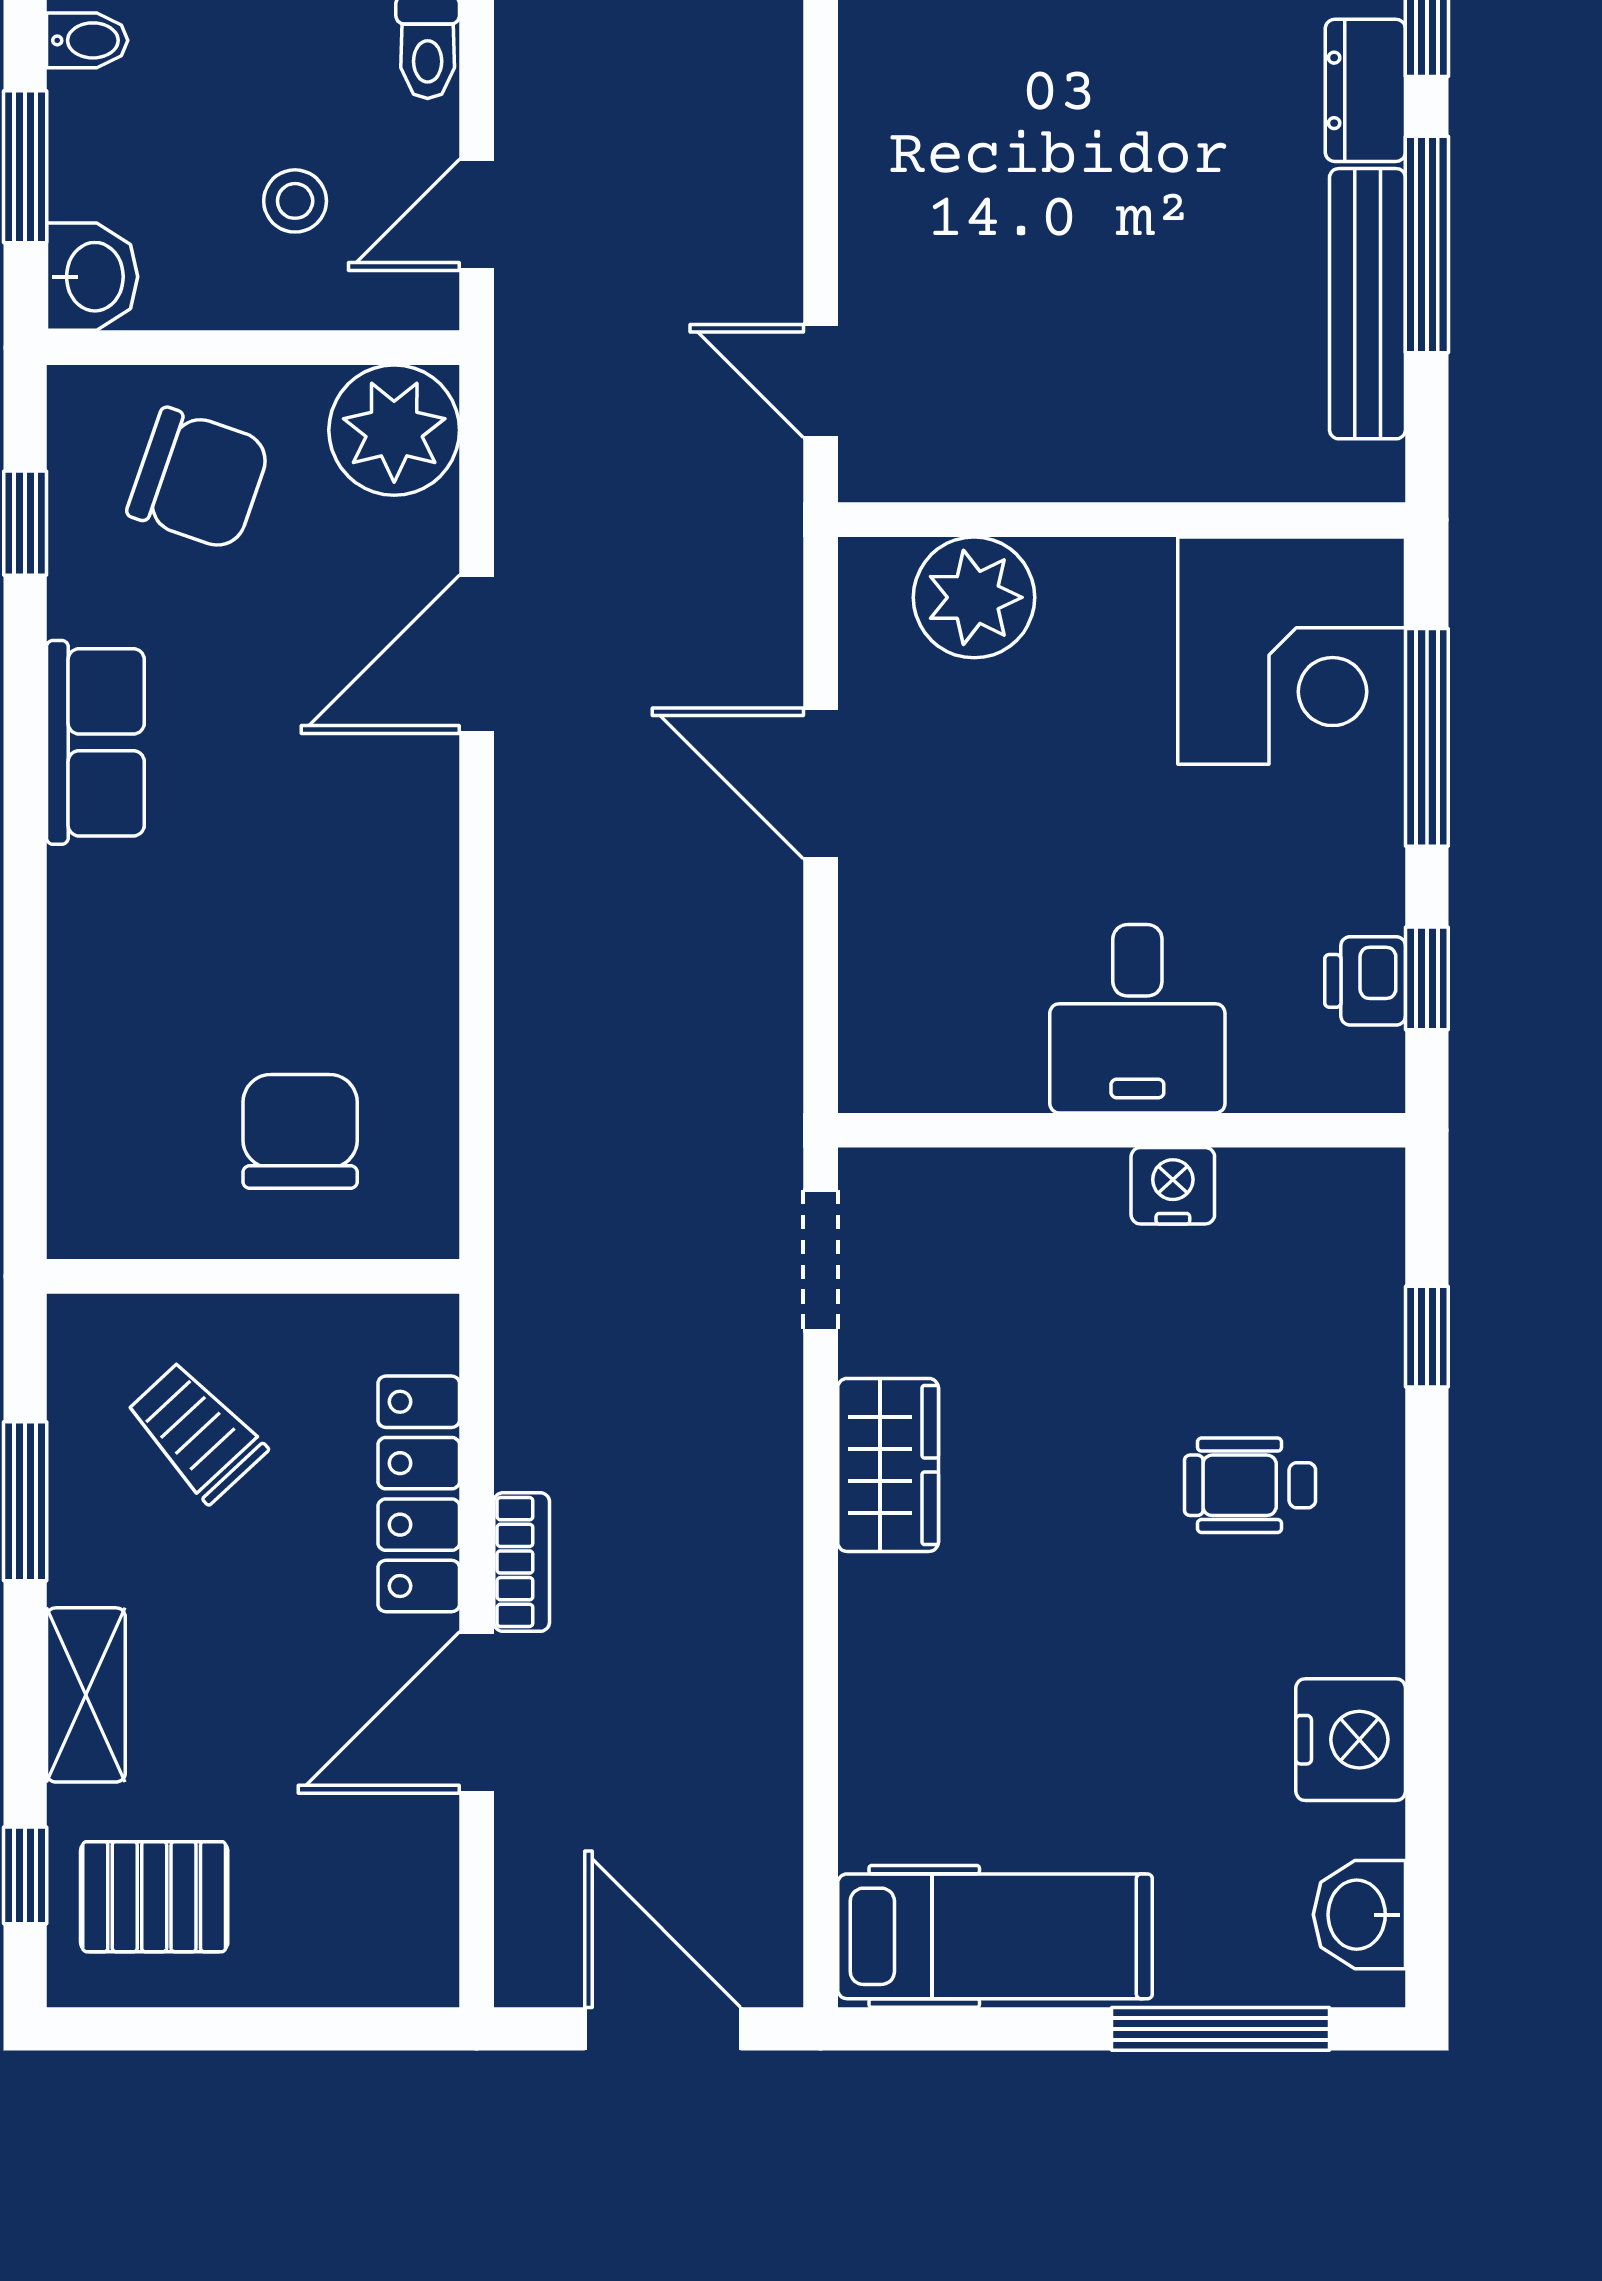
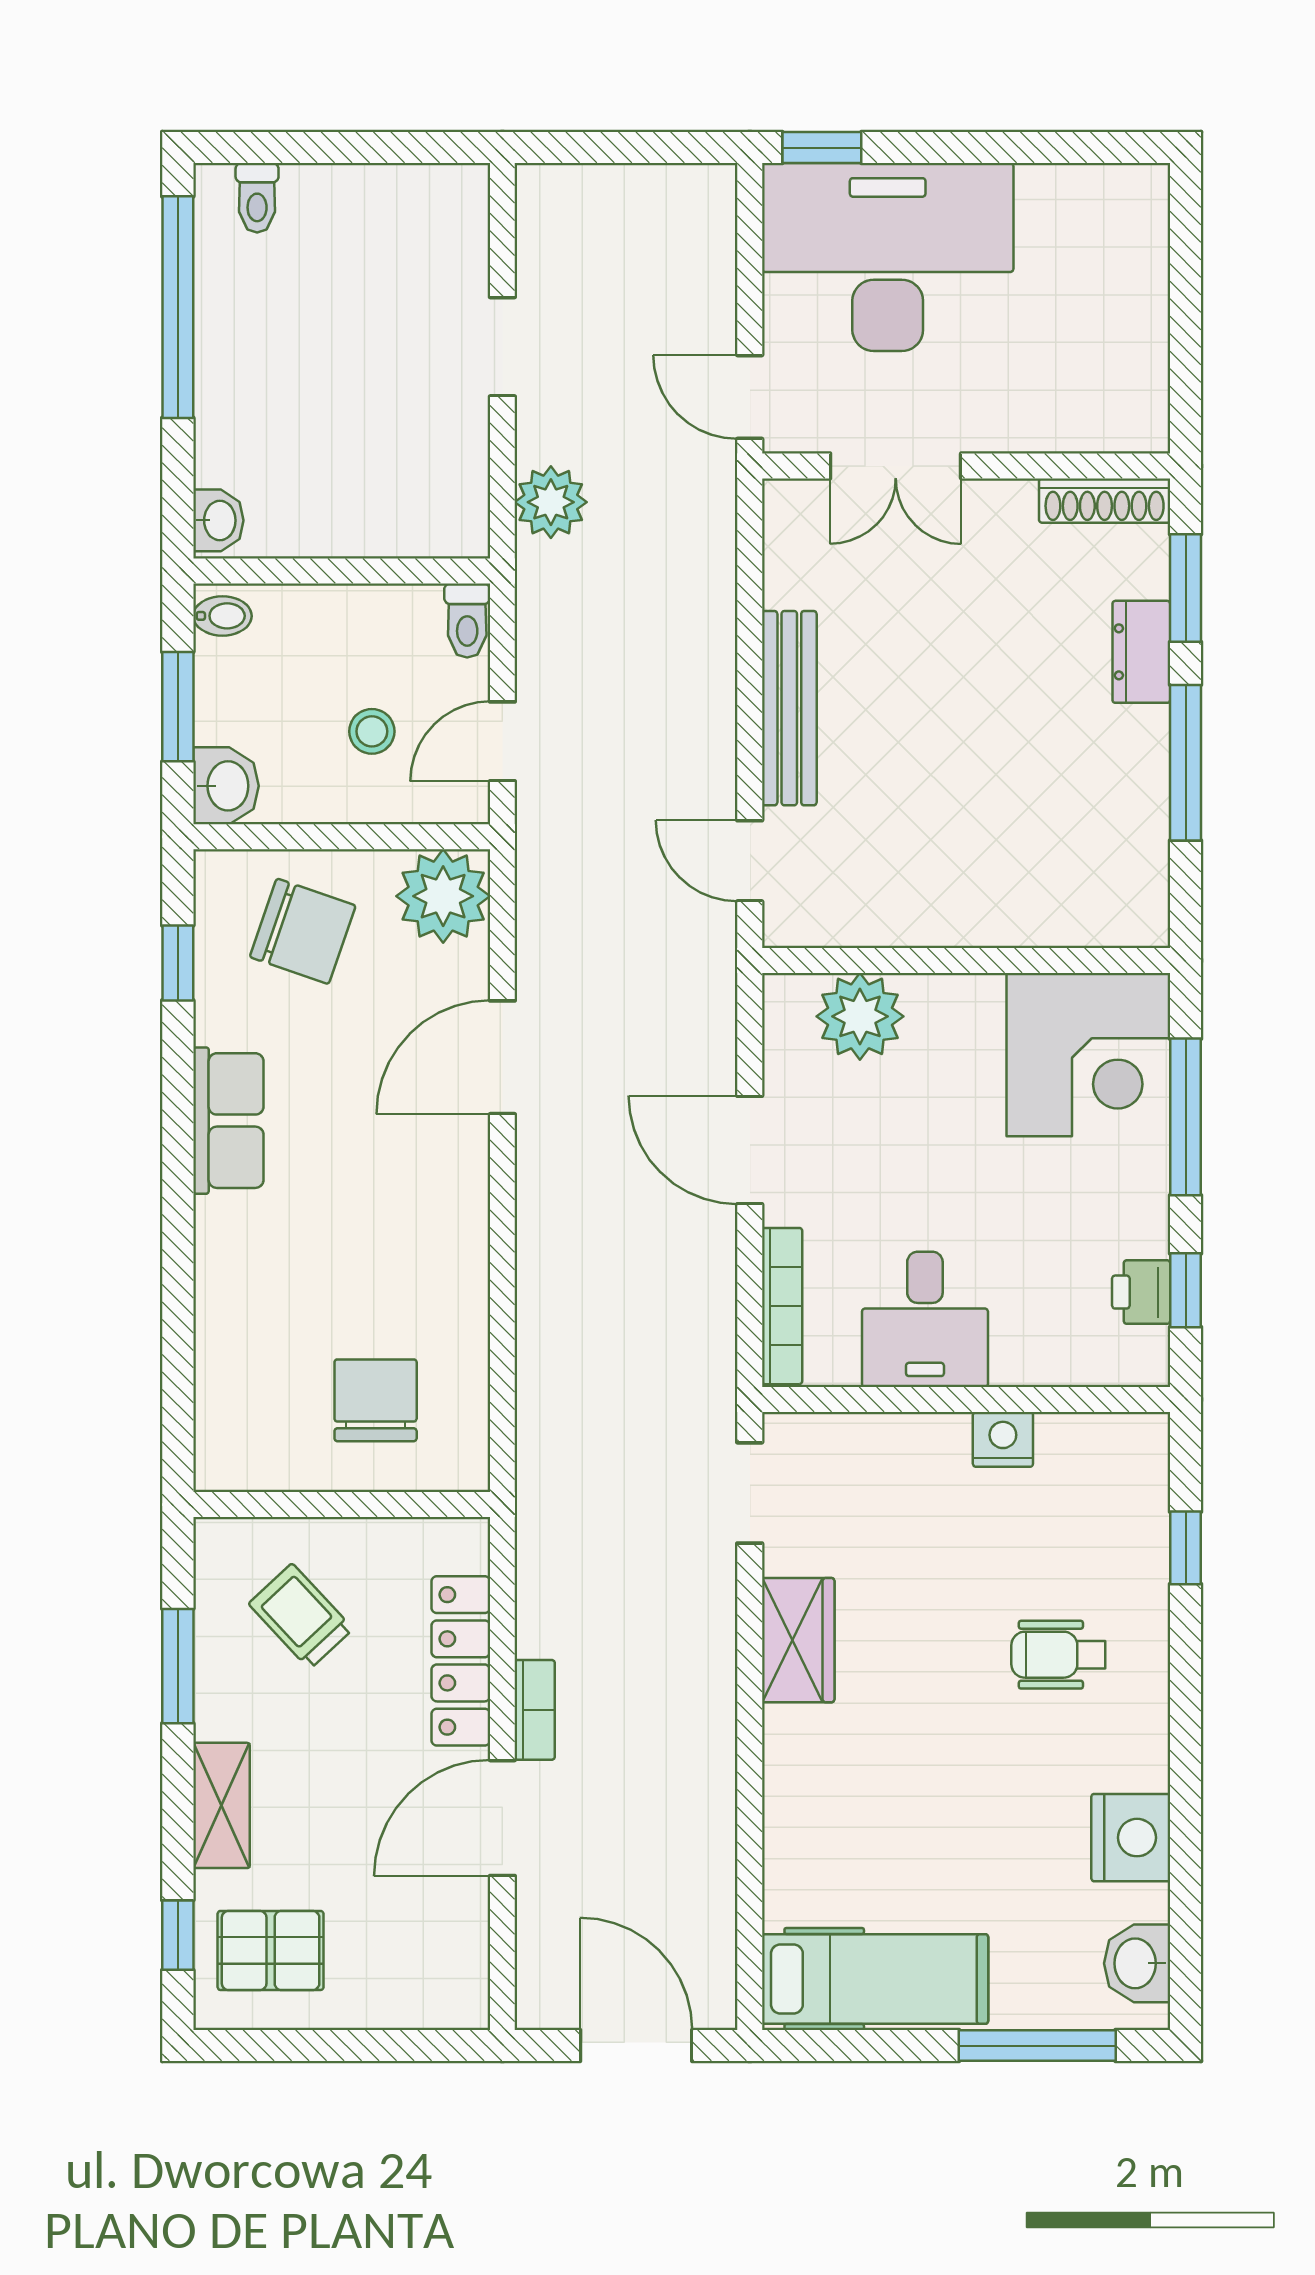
bench: (1367, 304) -> (789, 708), moved
bookcase: (866, 1000) -> (782, 1306), added
desk: (1137, 1019) -> (925, 1319), moved

